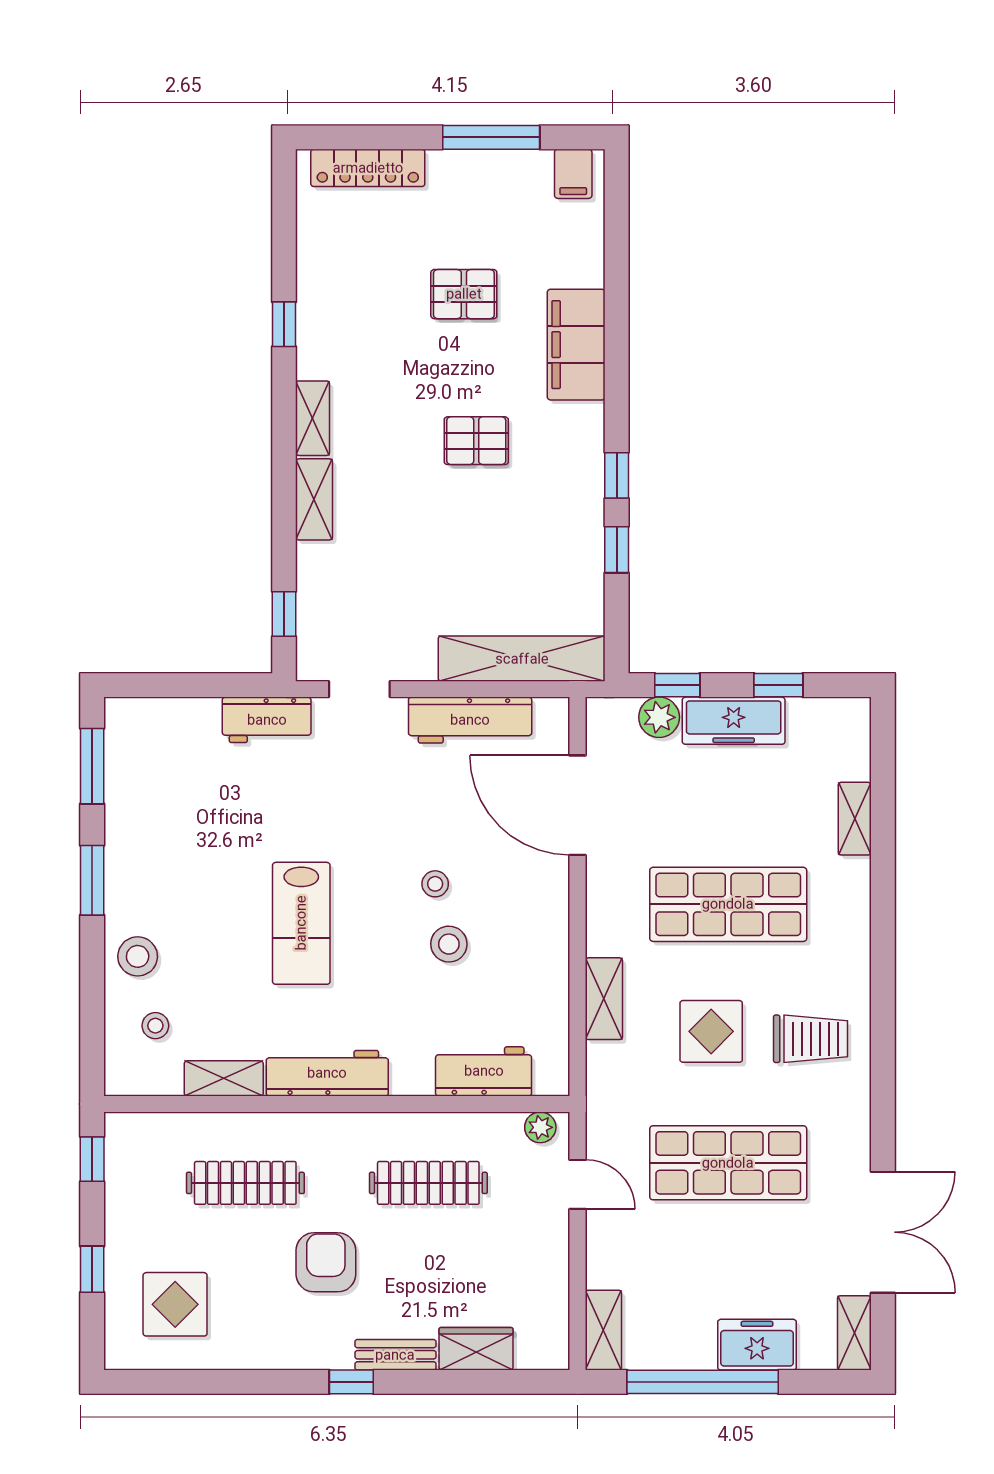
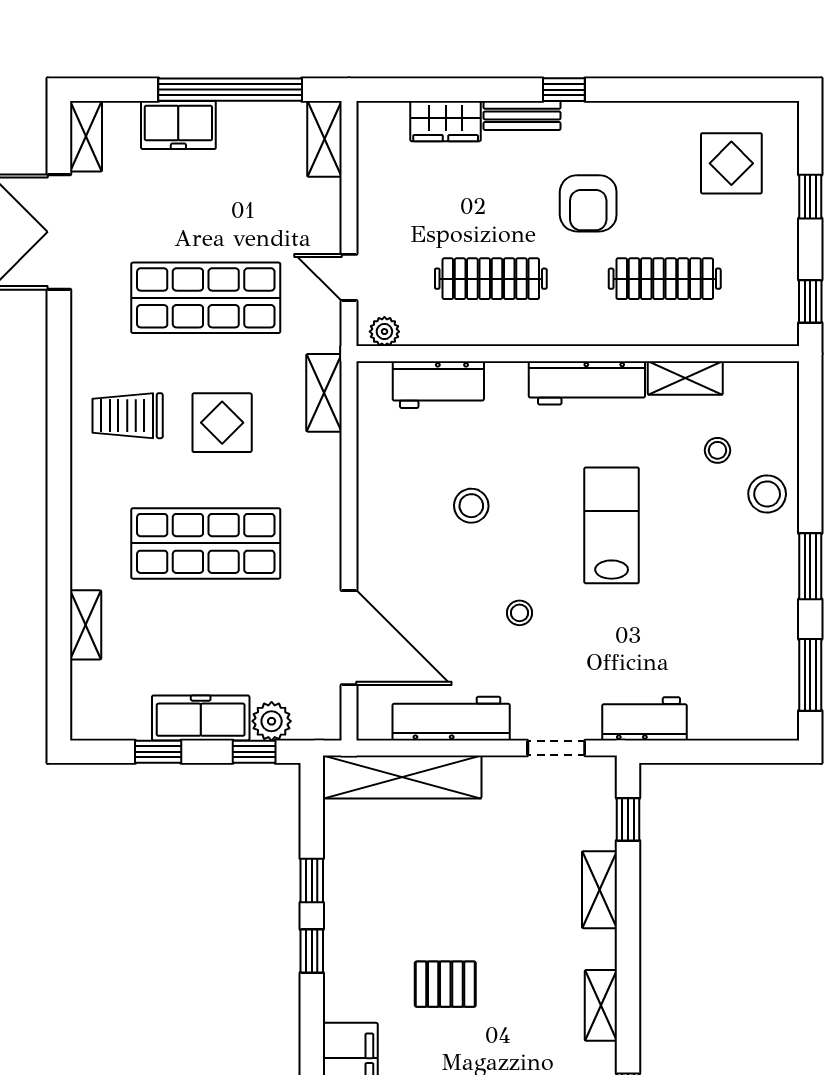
shelving: (314, 499) -> (599, 890), moved
stool: (435, 884) -> (520, 613), moved
shelving: (604, 999) -> (324, 393), moved
stool: (155, 1026) -> (718, 450), moved

